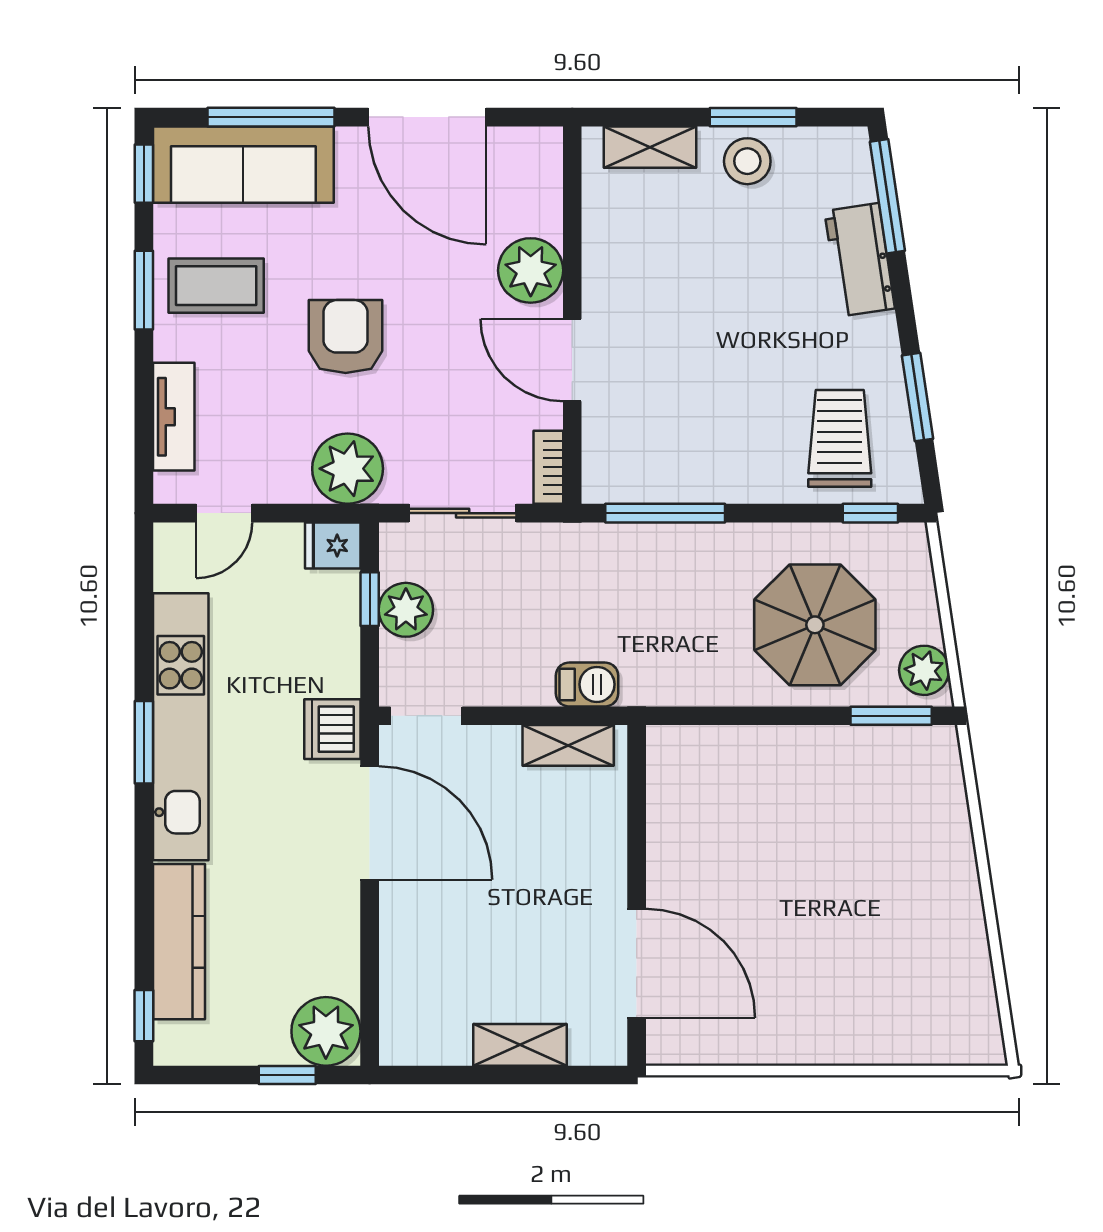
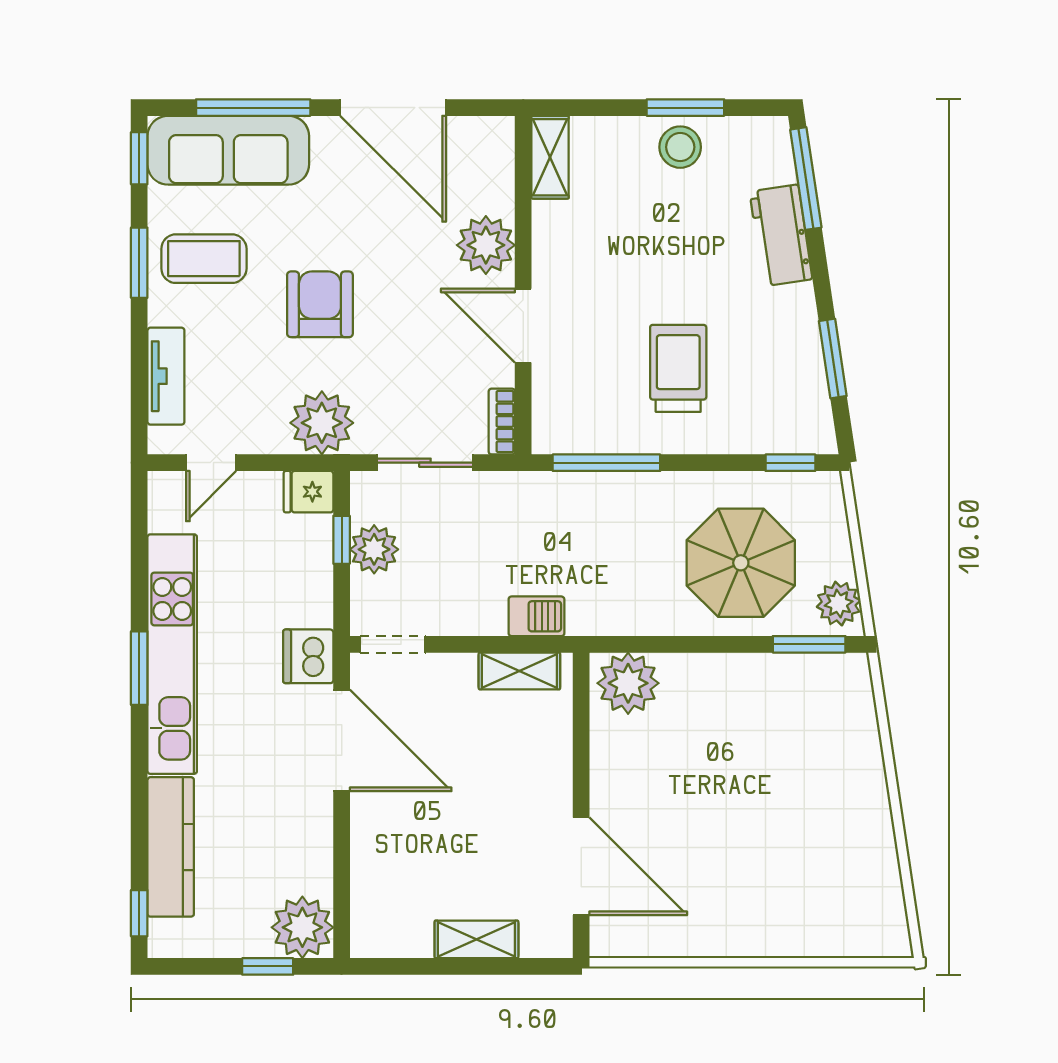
shelving: (650, 147) -> (550, 157), moved, turned 90
trolley: (840, 438) -> (678, 368), moved
plant: (689, 759) -> (628, 683), added

